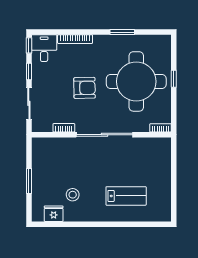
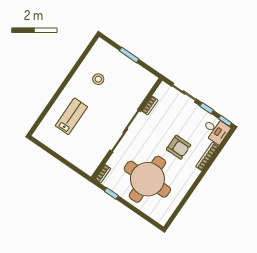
window: (122, 32) -> (189, 193), removed
window: (174, 79) -> (111, 193), moved
armchair: (85, 88) -> (179, 147), moved, turned -89
lab bench: (126, 196) -> (71, 116), turned 180
fridge: (54, 214) -> (94, 56), removed

